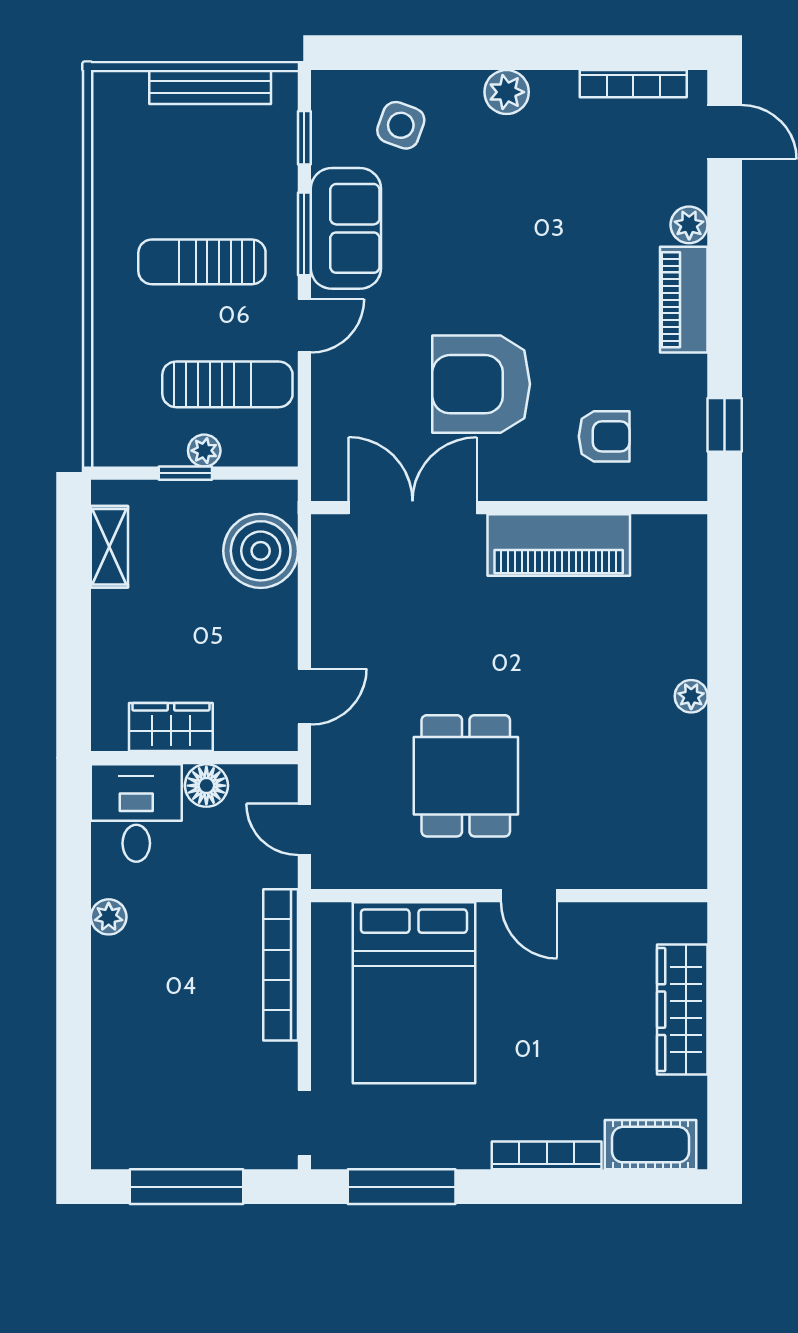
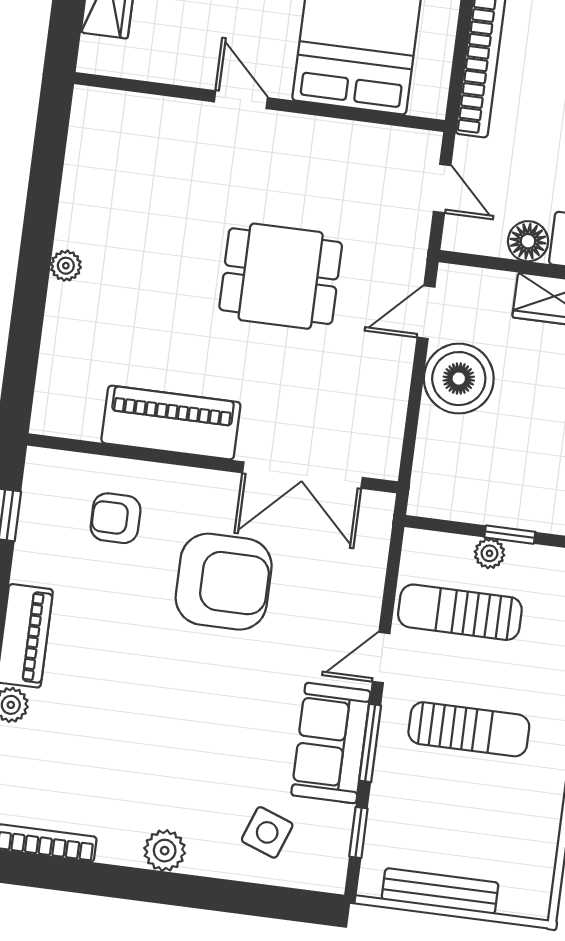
boiler: (261, 551) -> (459, 379), moved
dining table: (466, 776) -> (281, 276), moved, turned 90

